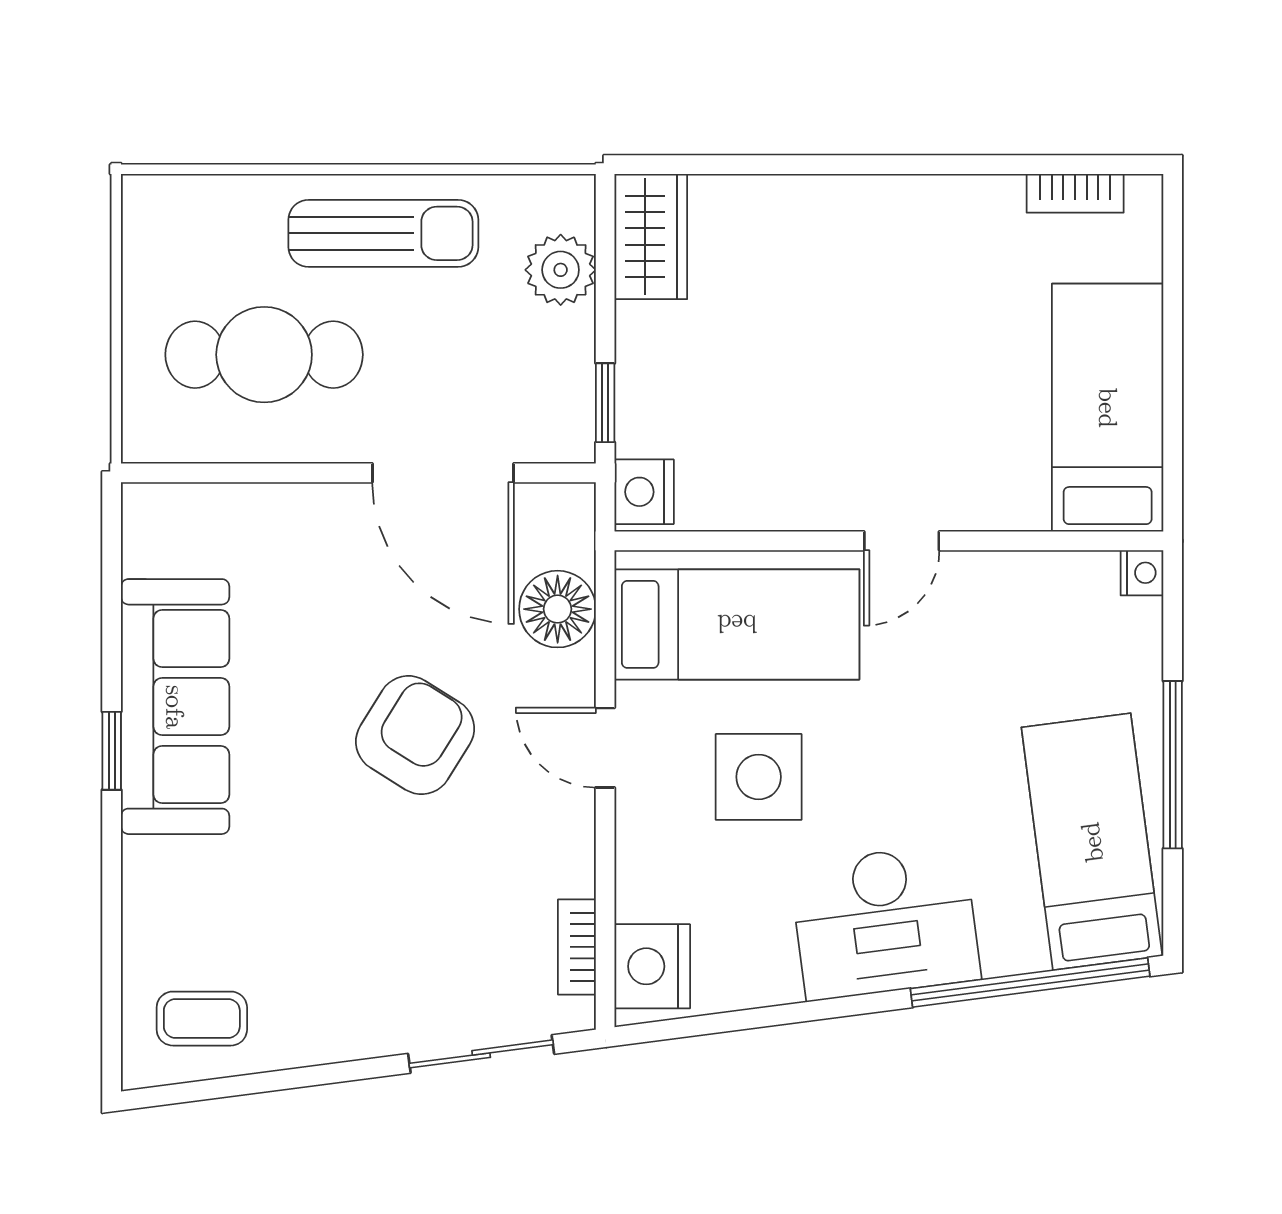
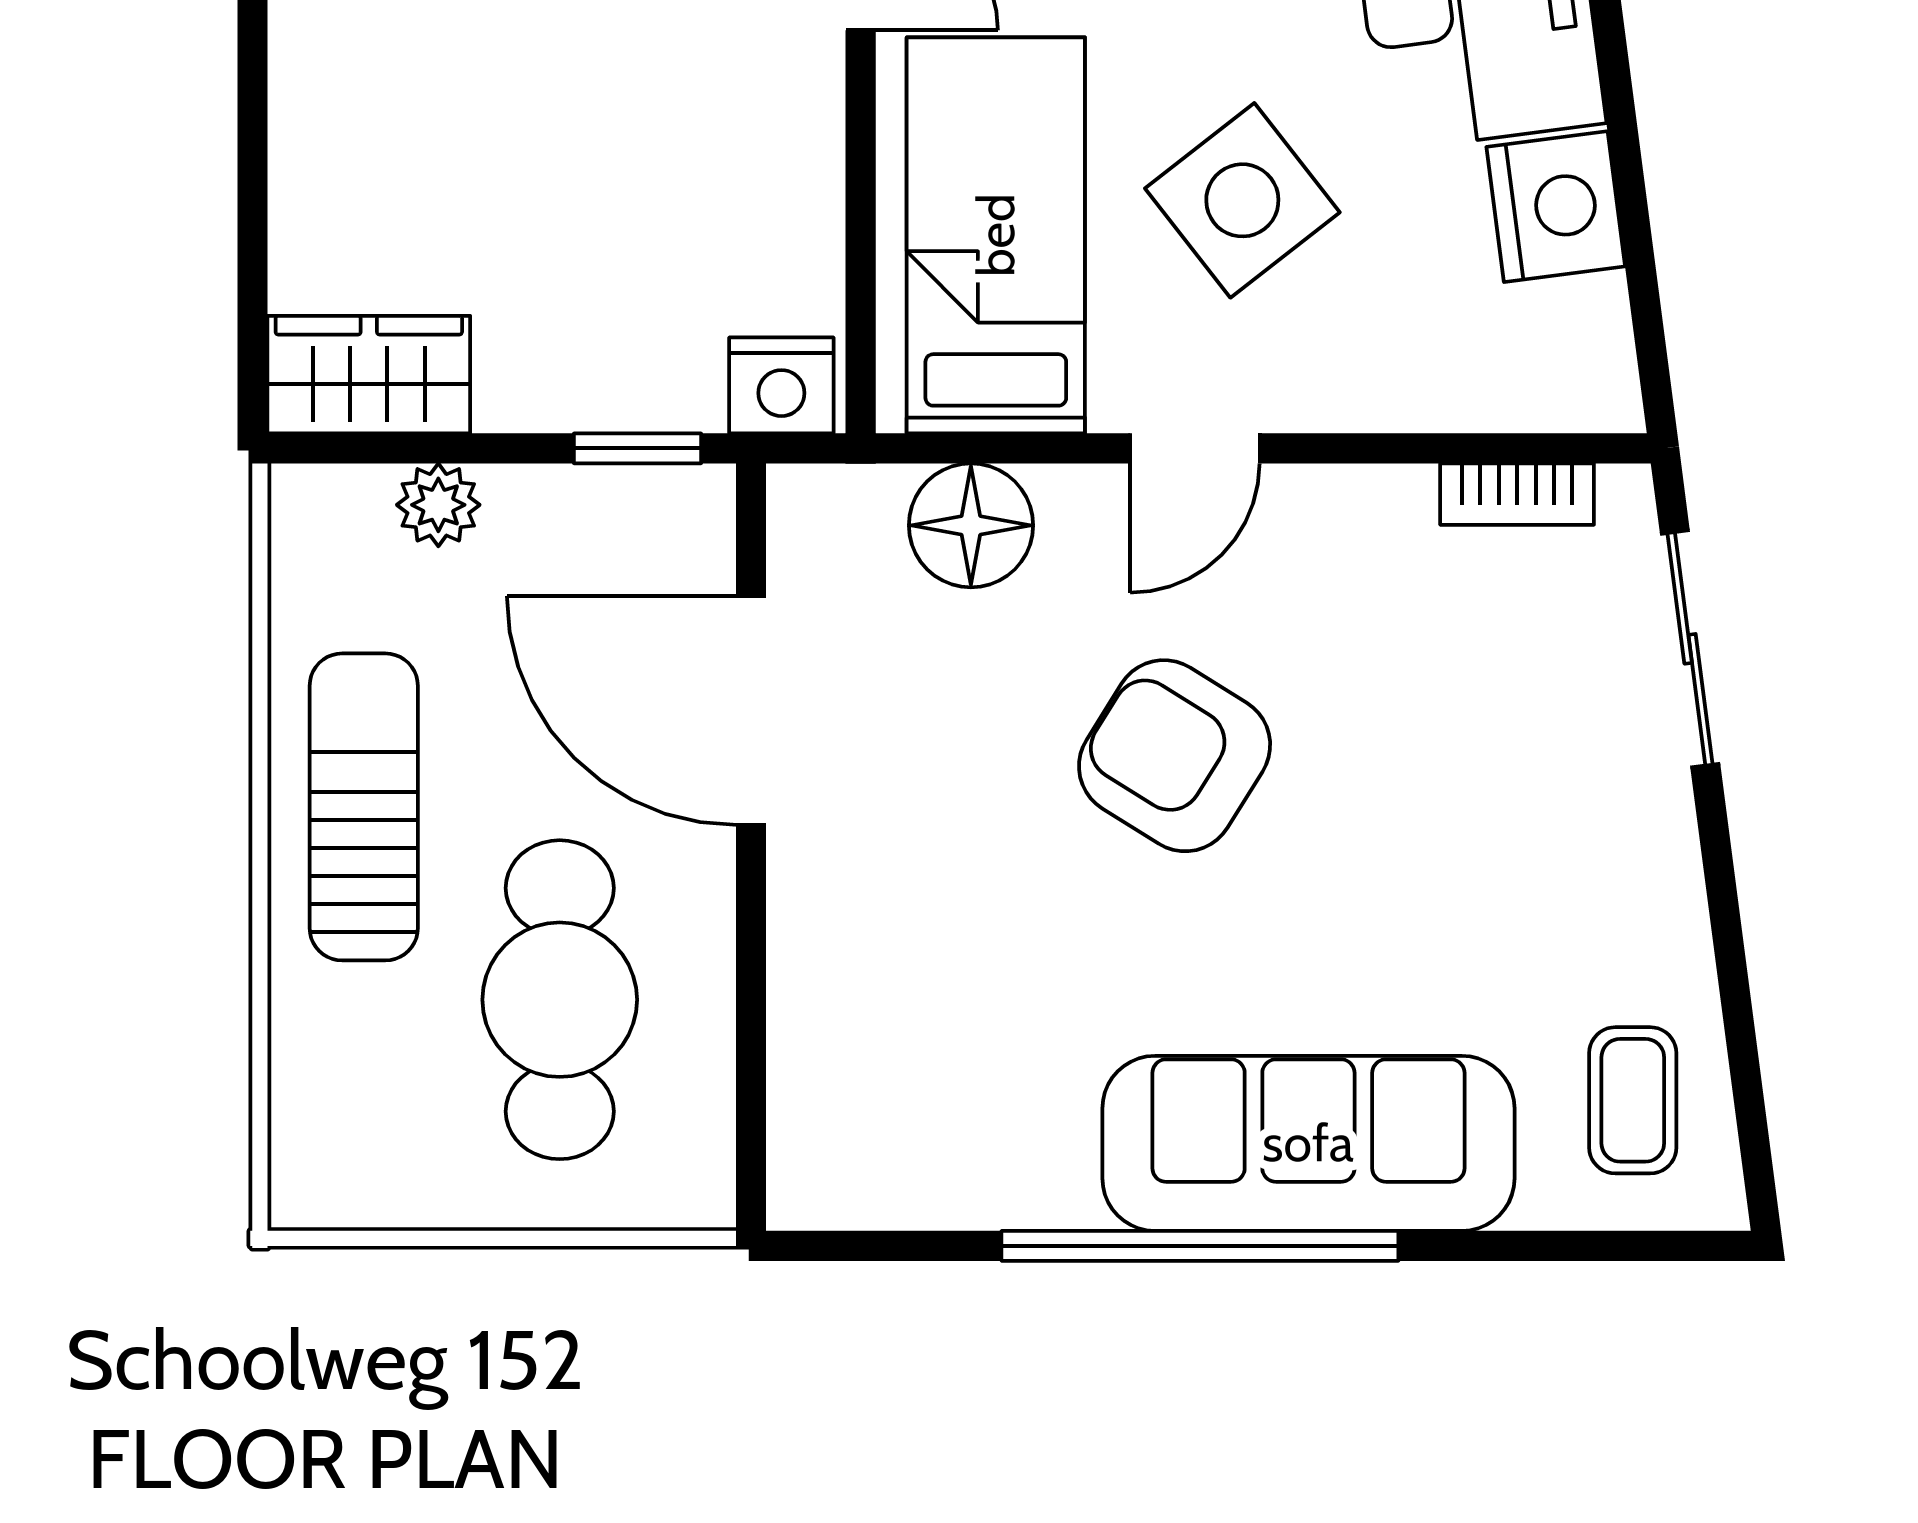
plant: (561, 270) -> (438, 505), width x0.73, depth x0.73
door: (443, 473) -> (751, 710), swing flipped
sofa: (175, 707) -> (1308, 1143), moved
window: (112, 751) -> (1200, 1246), width x3.17
side table: (759, 777) -> (1242, 200), turned -38
nightstand: (652, 966) -> (1556, 207), moved, turned -97

